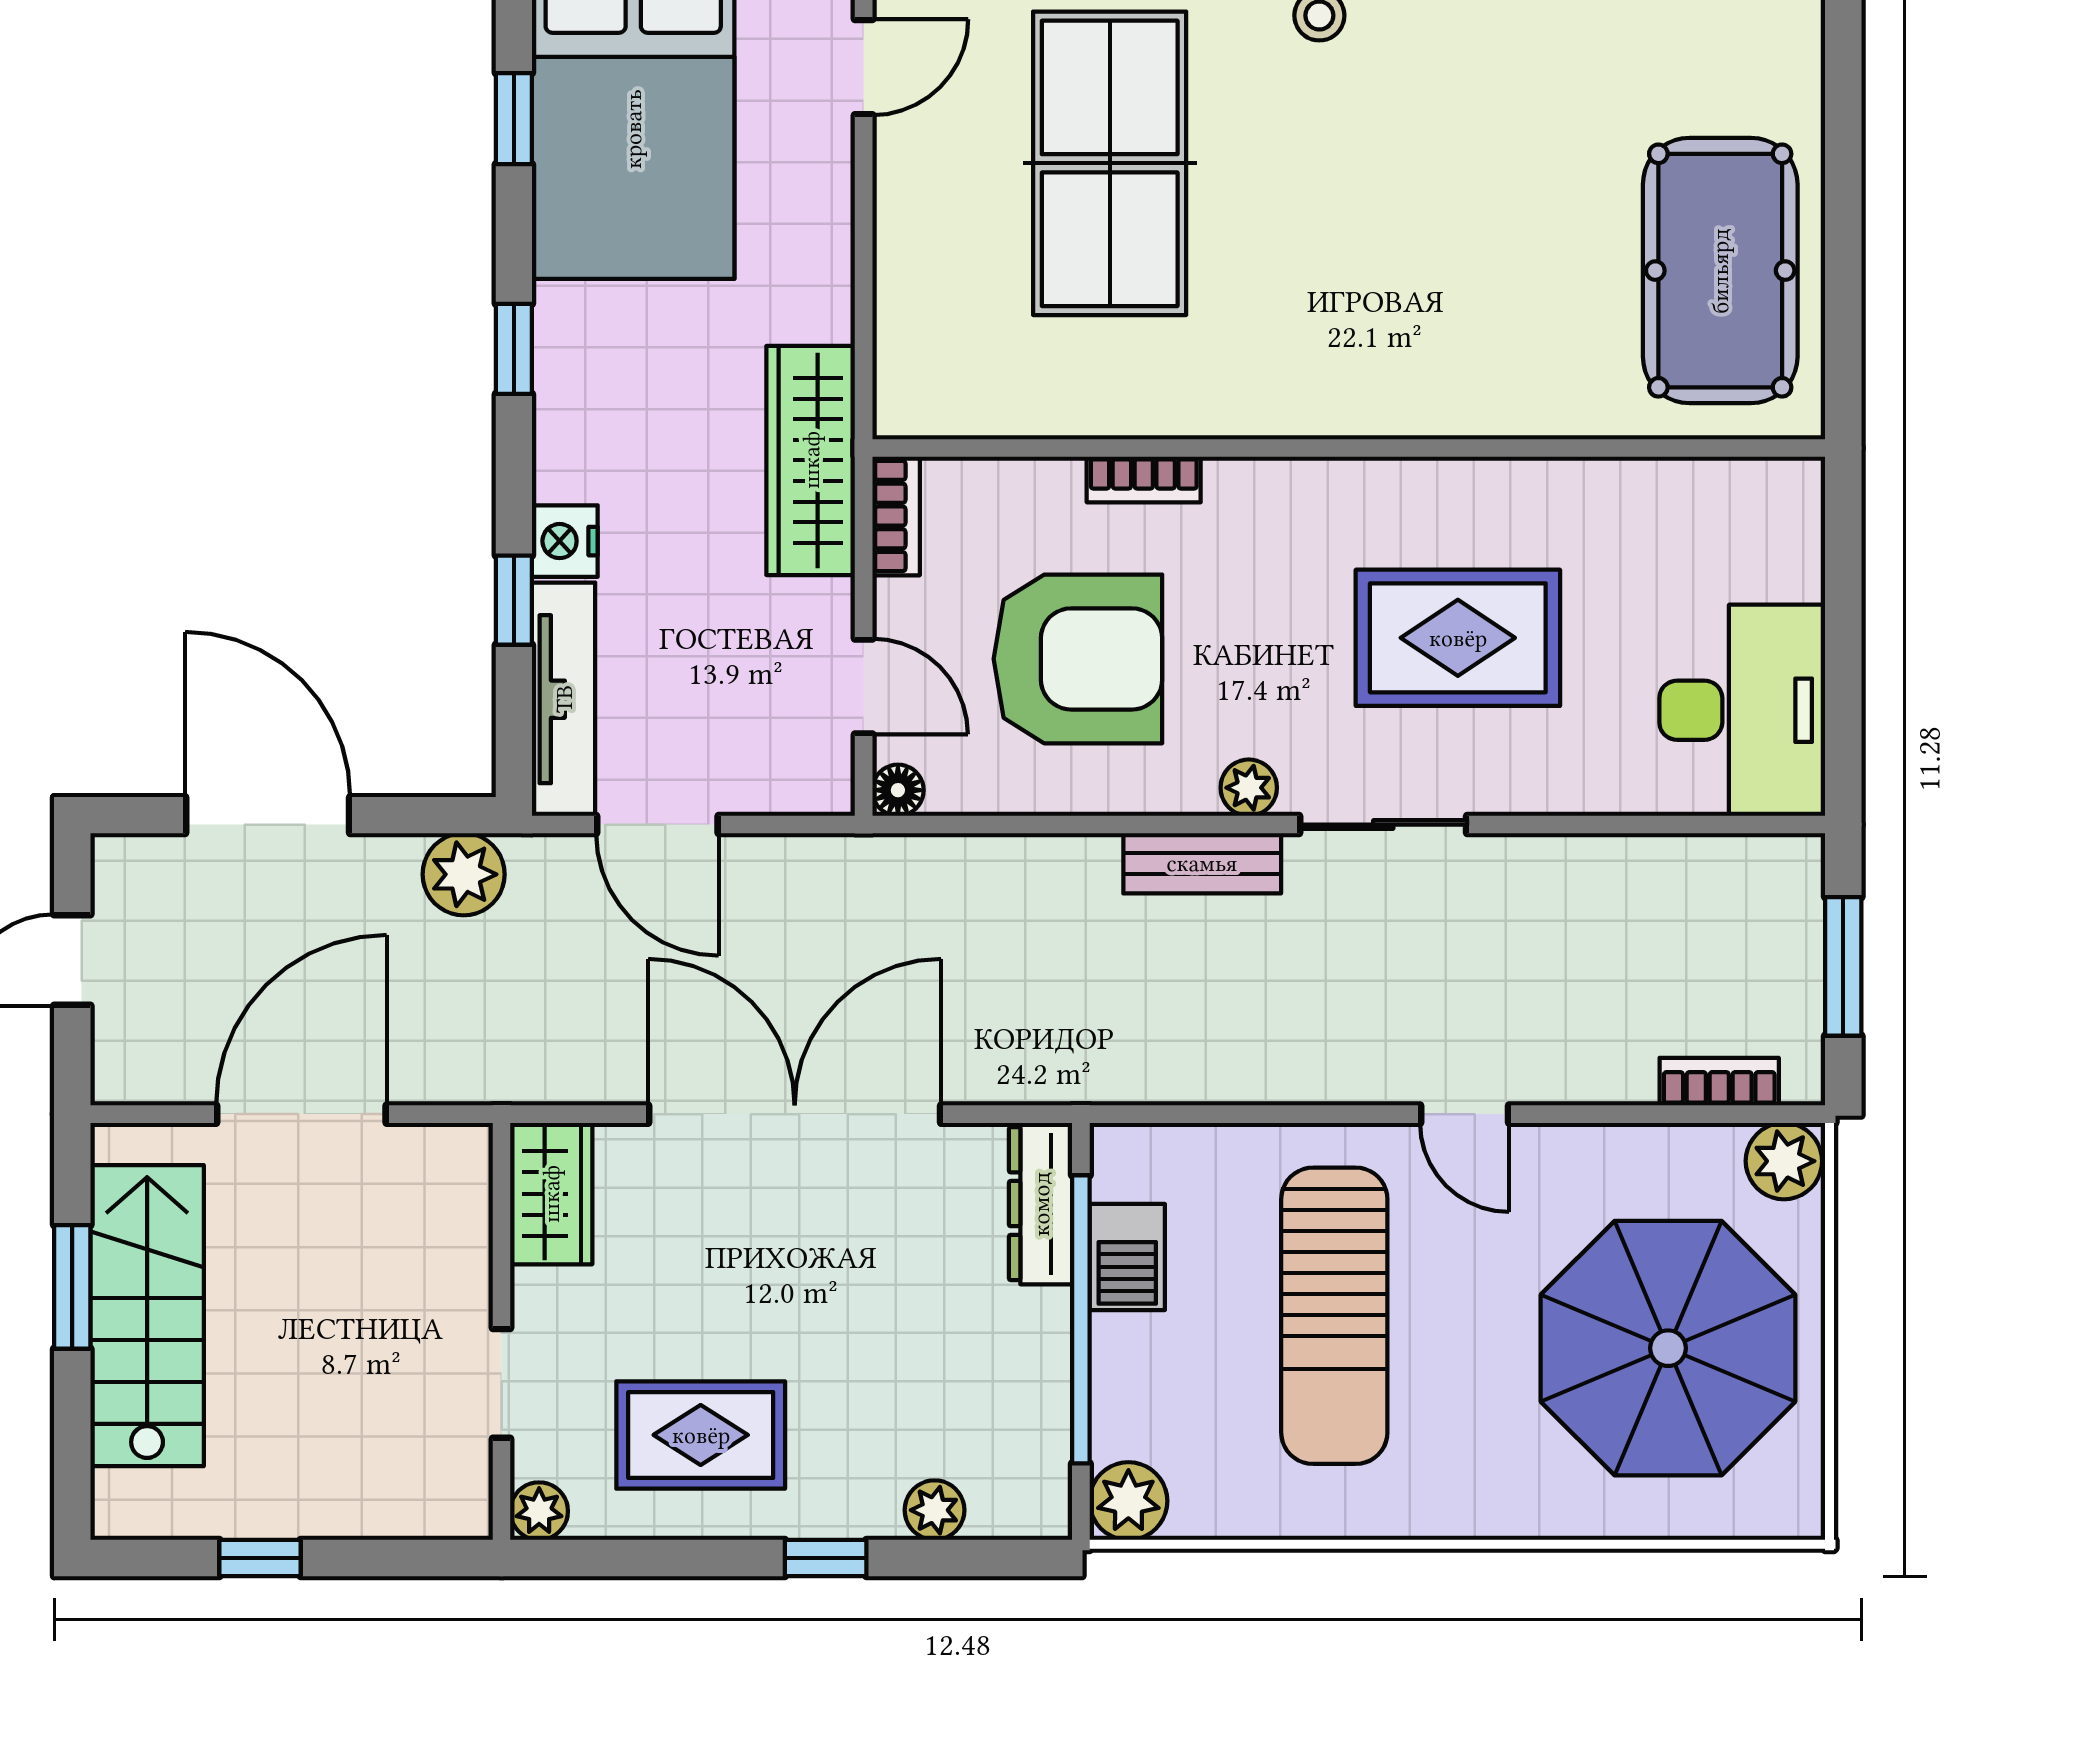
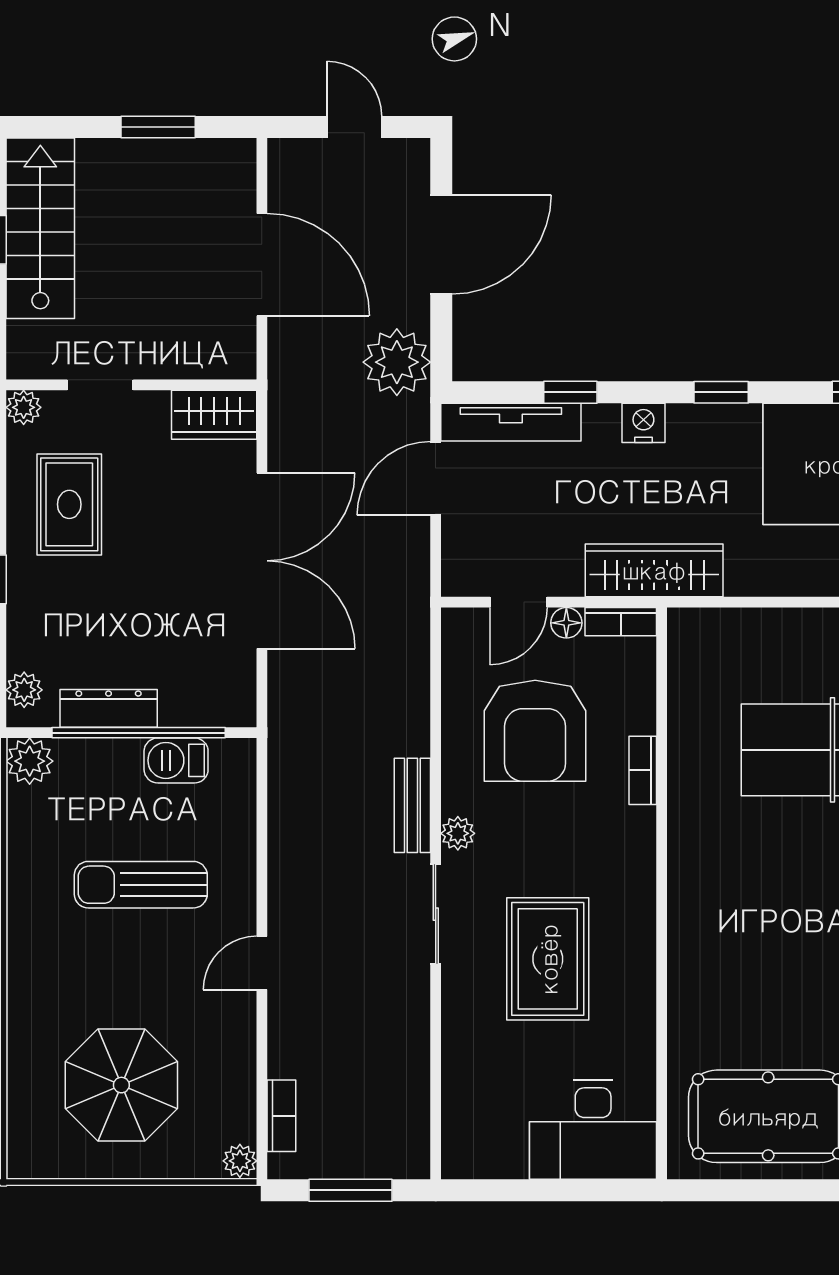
nightstand: (565, 541) -> (643, 423), moved
desk: (1742, 710) -> (593, 1130), moved
floor lamp: (898, 790) -> (566, 623), moved
plant: (464, 874) -> (397, 362), width x1.36, depth x1.36
plant: (1784, 1161) -> (240, 1161), width x0.73, depth x0.73
dresser: (1041, 1204) -> (109, 708), moved
stairs: (147, 1316) -> (40, 228), moved, turned -90
sun lounger: (1334, 1316) -> (141, 885), width x0.73, depth x0.75
parasol: (1668, 1348) -> (121, 1085), width x0.73, depth x0.73
plant: (935, 1510) -> (24, 690), moved

